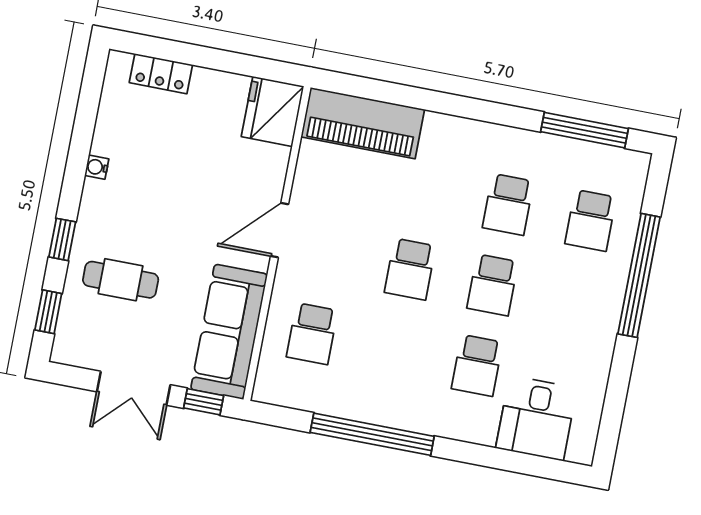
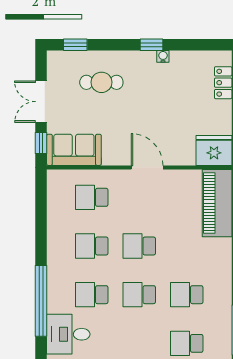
window: (62, 239) -> (152, 45), moved
cafe table: (121, 280) -> (101, 82), turned 90
sofa: (229, 332) -> (74, 150), width x0.73
school desk: (395, 350) -> (92, 246), added
window: (372, 434) -> (41, 301), moved

